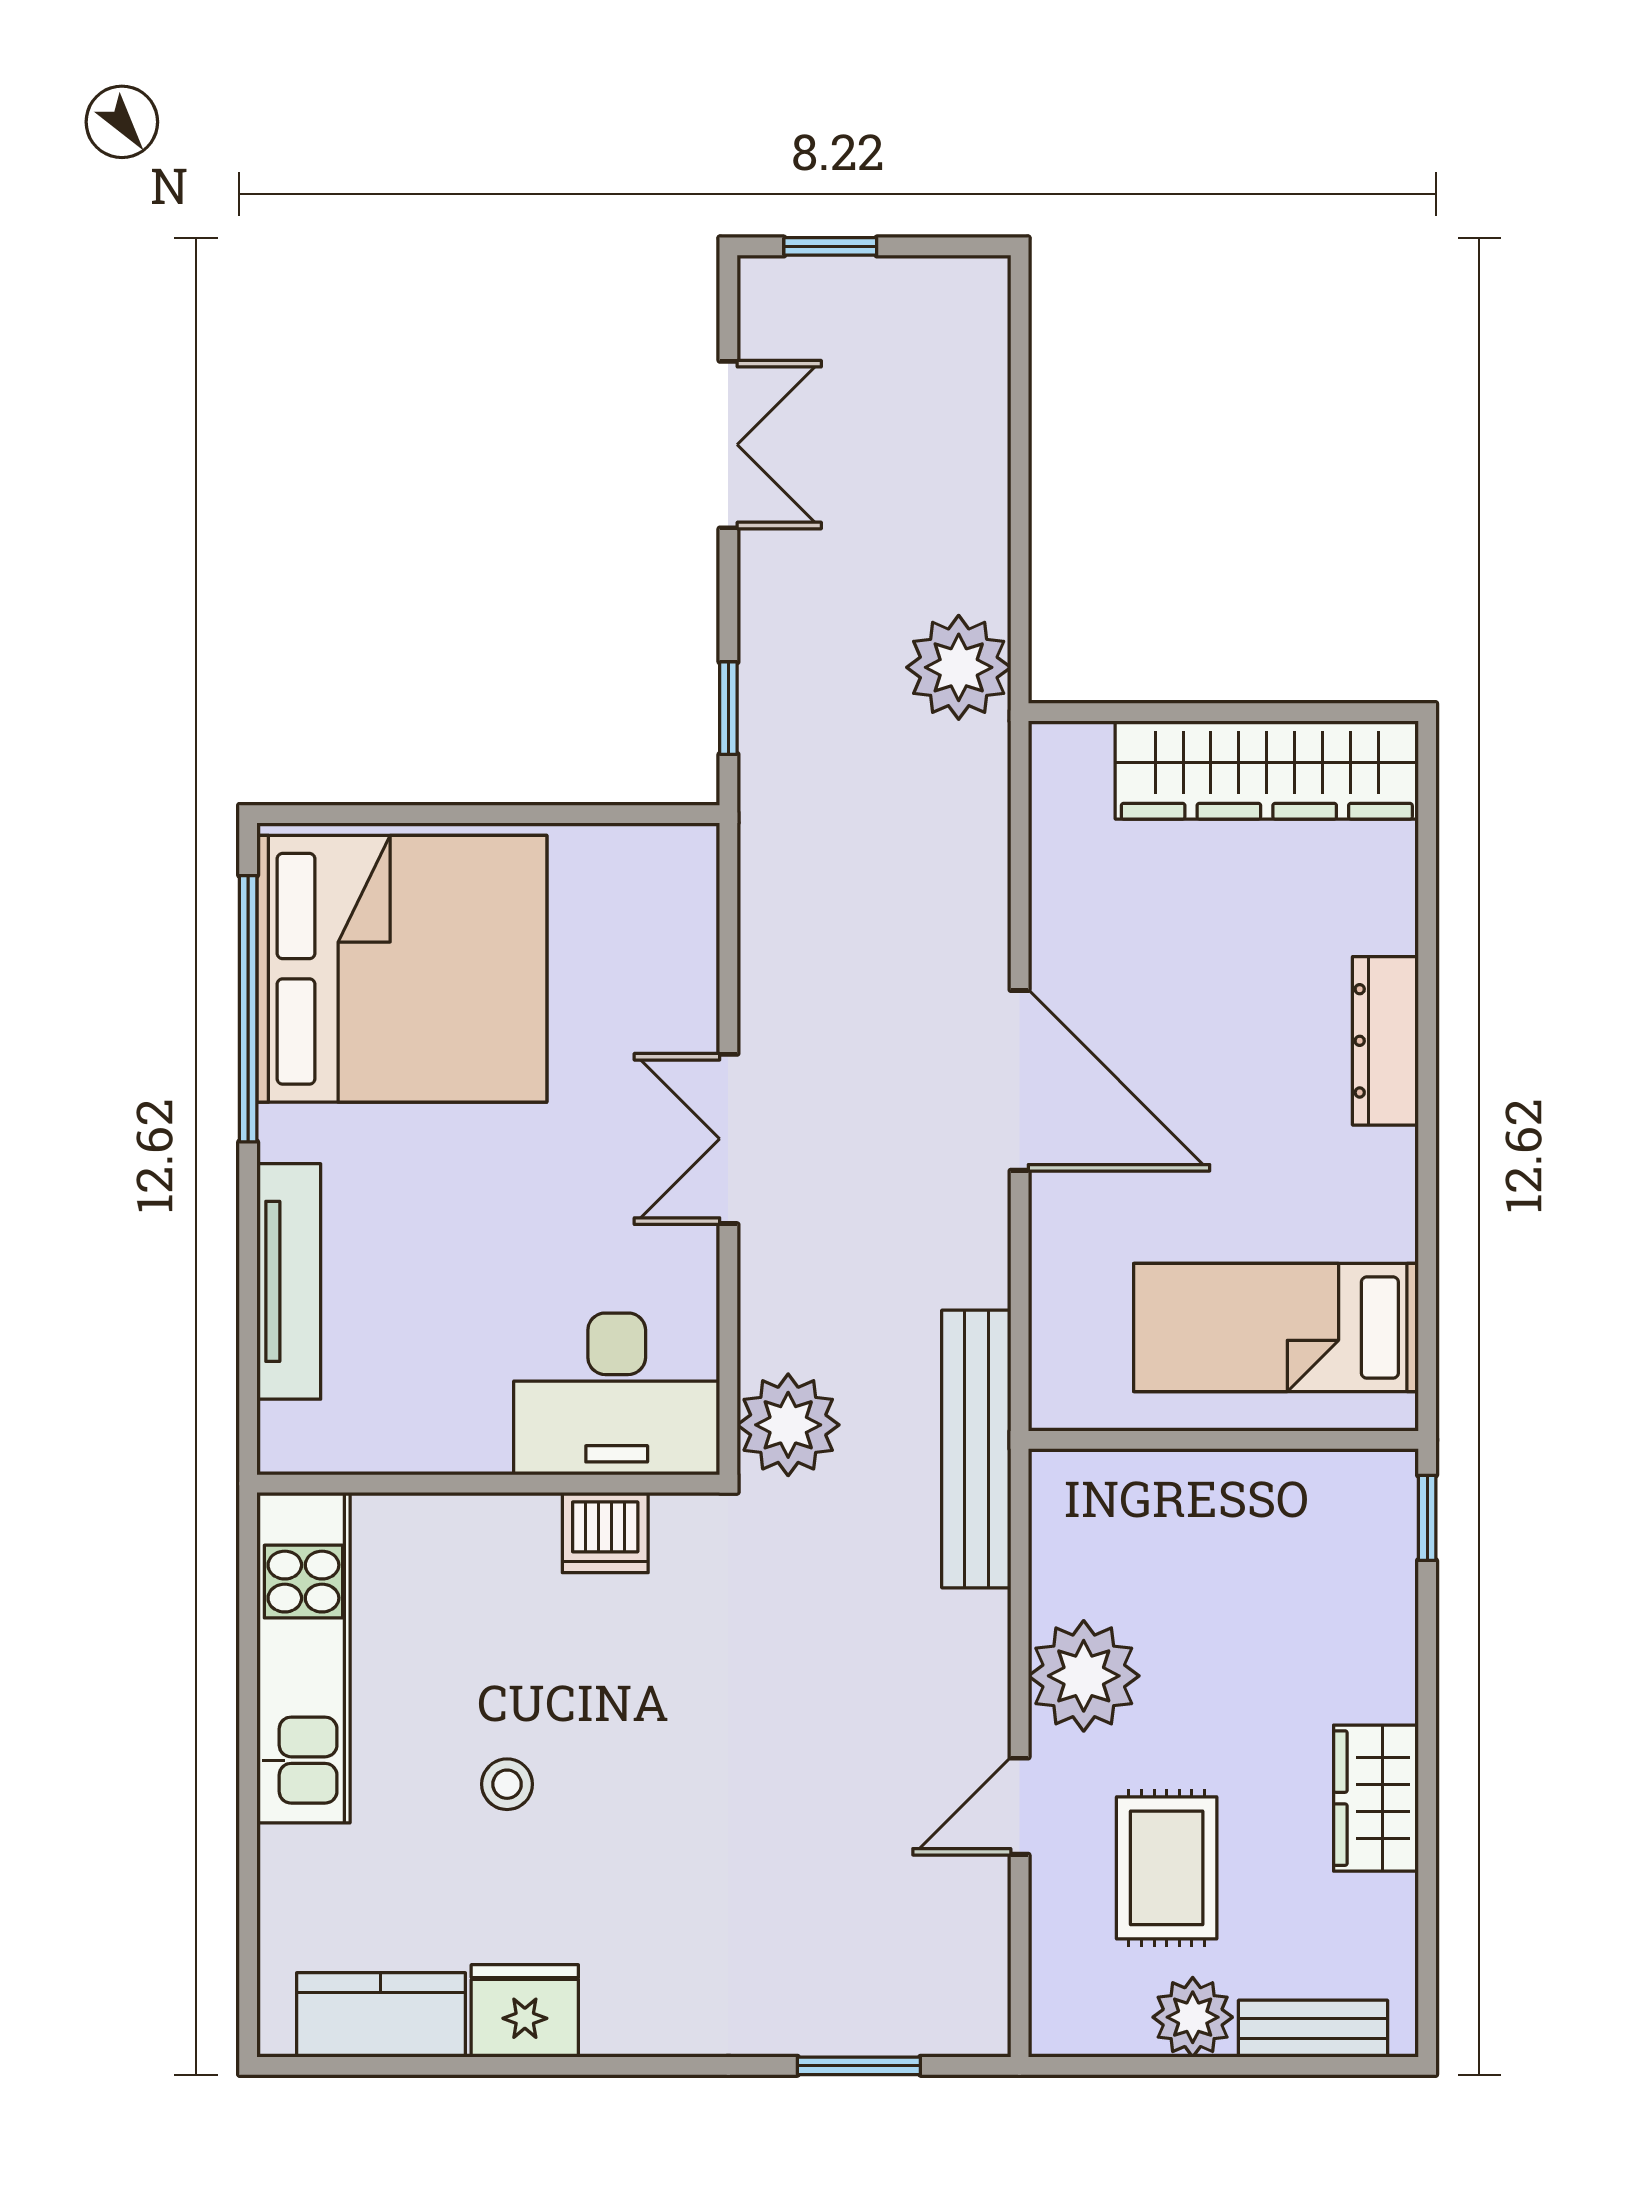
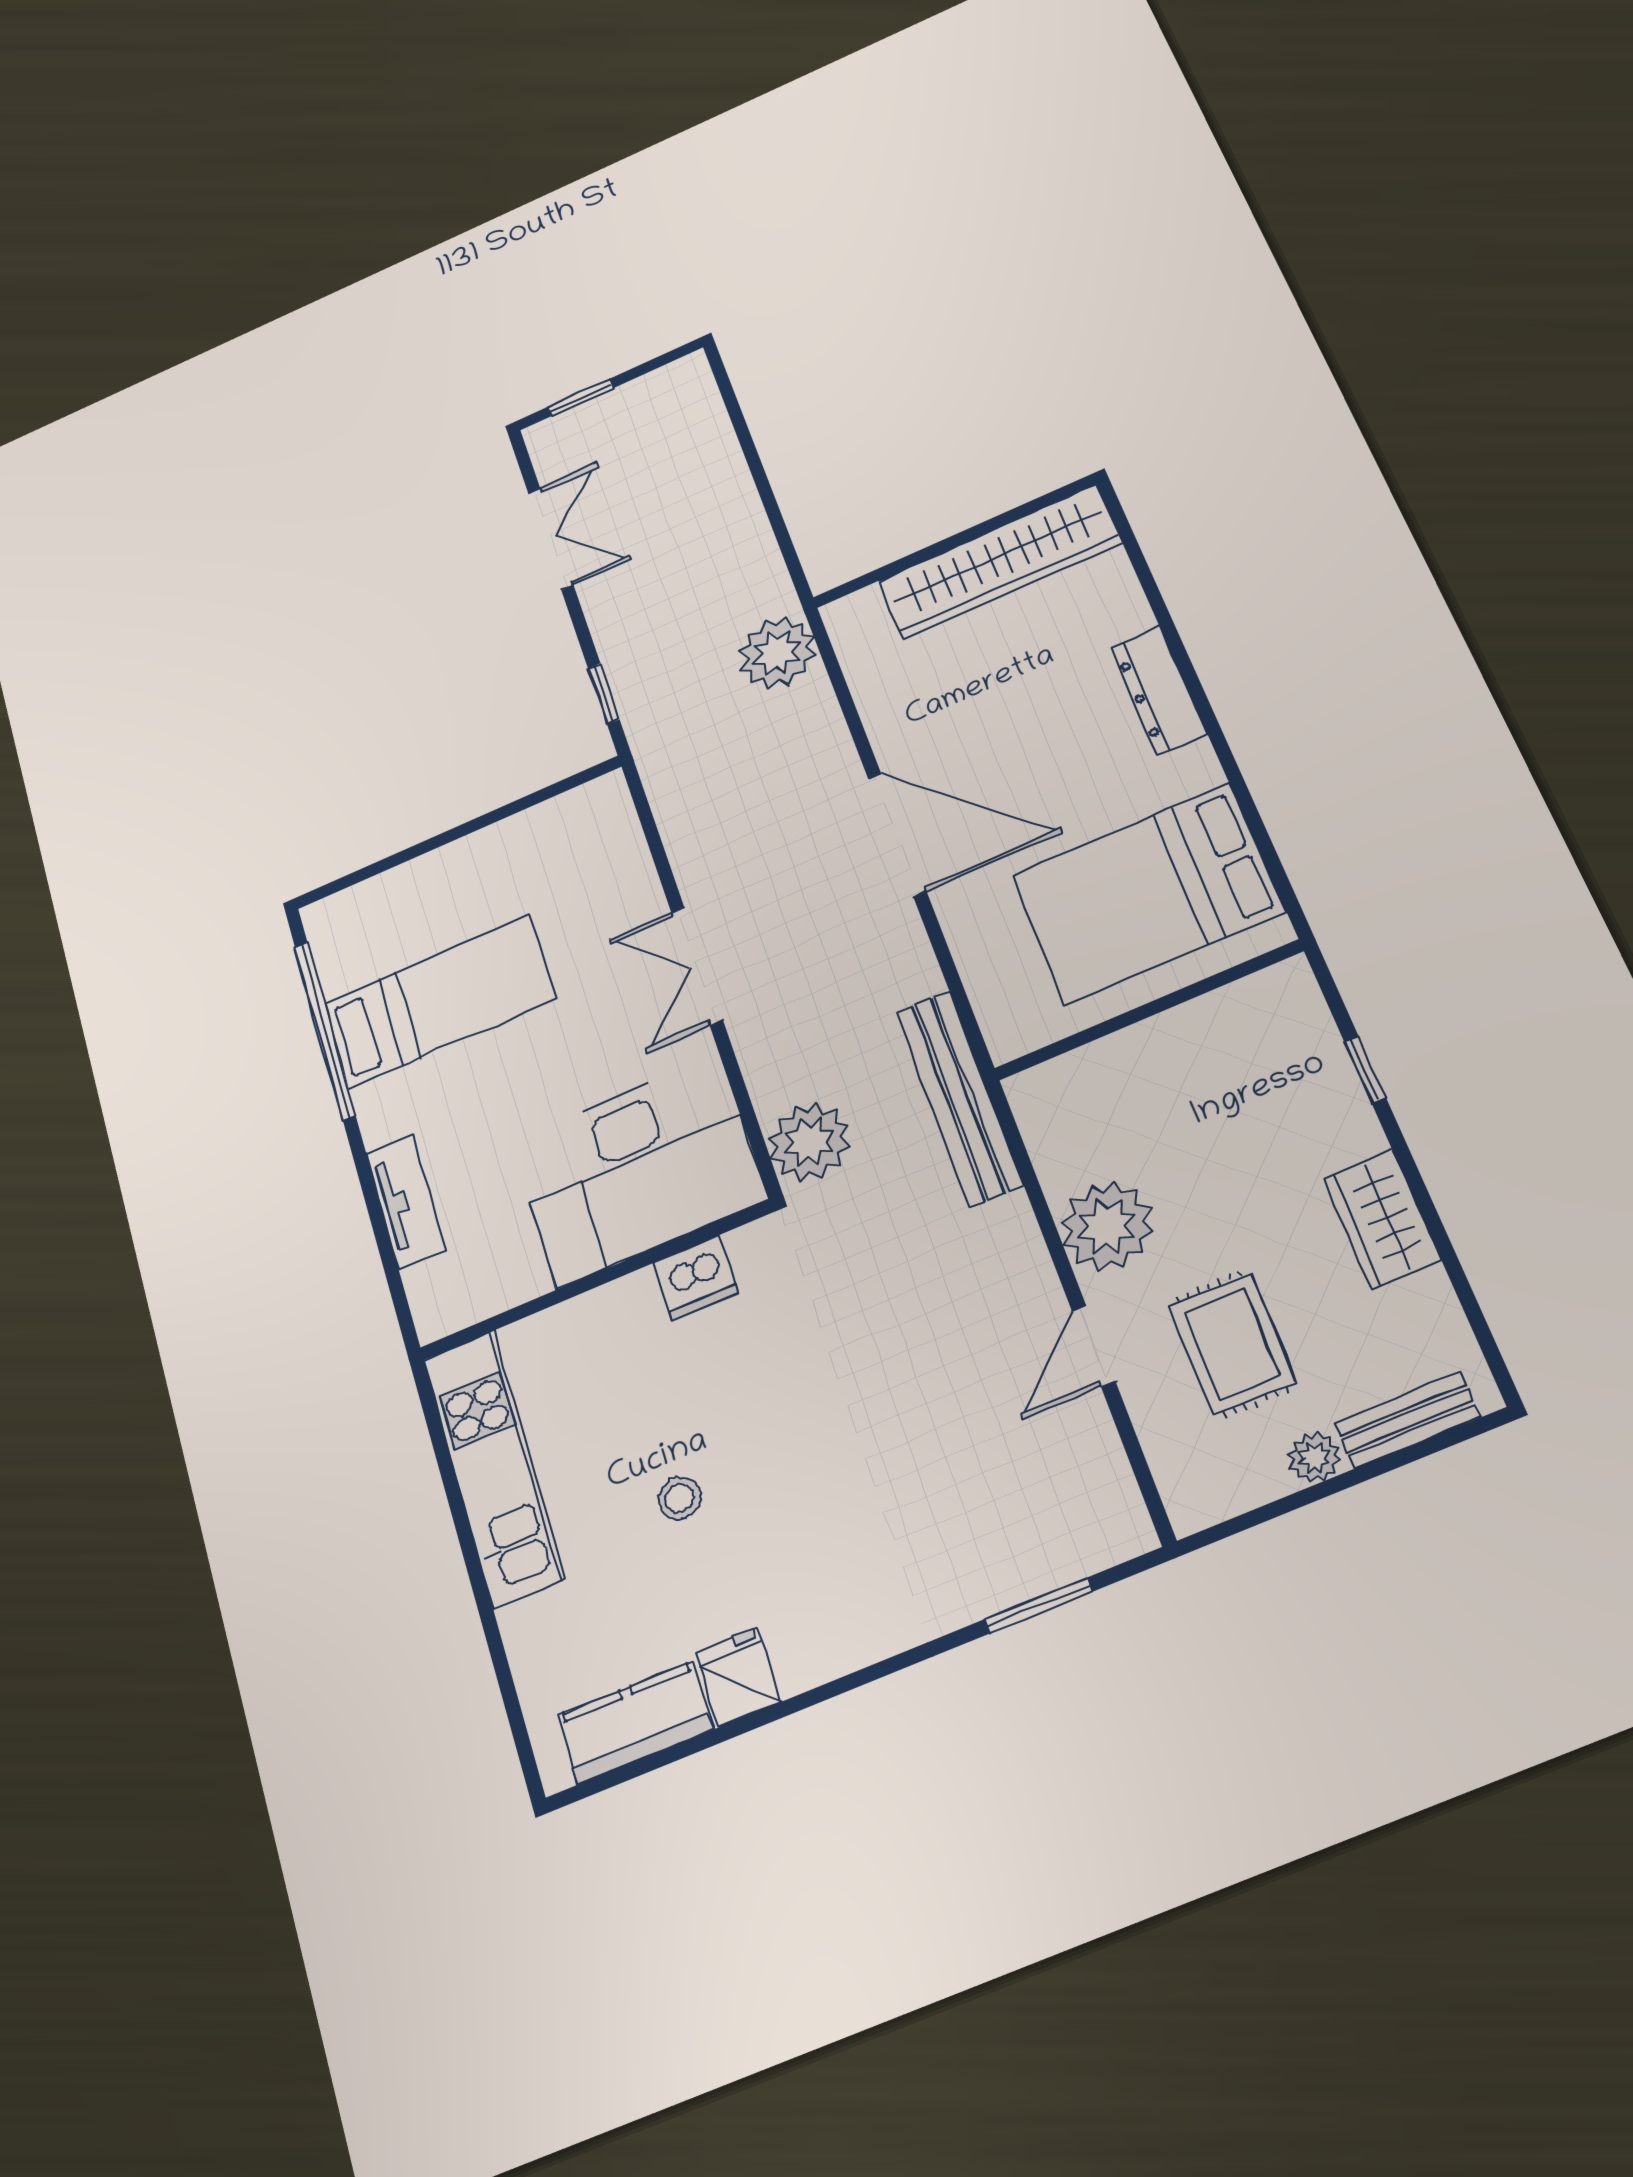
plant: (959, 667) -> (777, 653), moved
bed: (402, 969) -> (439, 1001), width x0.49
tv unit: (289, 1281) -> (405, 1201), width x0.71
bed: (1276, 1328) -> (1148, 893), width x1.50
desk: (617, 1394) -> (638, 1170), width x1.36, depth x1.30
window: (1427, 1518) -> (1365, 1070), moved
fridge: (525, 2011) -> (738, 1677), width x0.72
plant: (1193, 2017) -> (1315, 1458), width x0.73, depth x0.73

